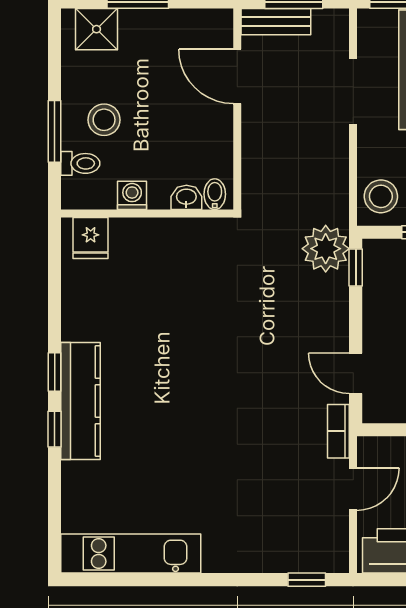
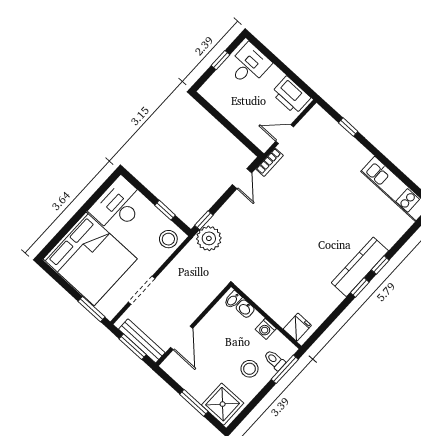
bench: (276, 22) -> (142, 341), width x1.36
shower: (97, 29) -> (223, 404), width x1.36, depth x1.36
window: (55, 131) -> (285, 369), moved
window: (307, 580) -> (348, 127), moved

